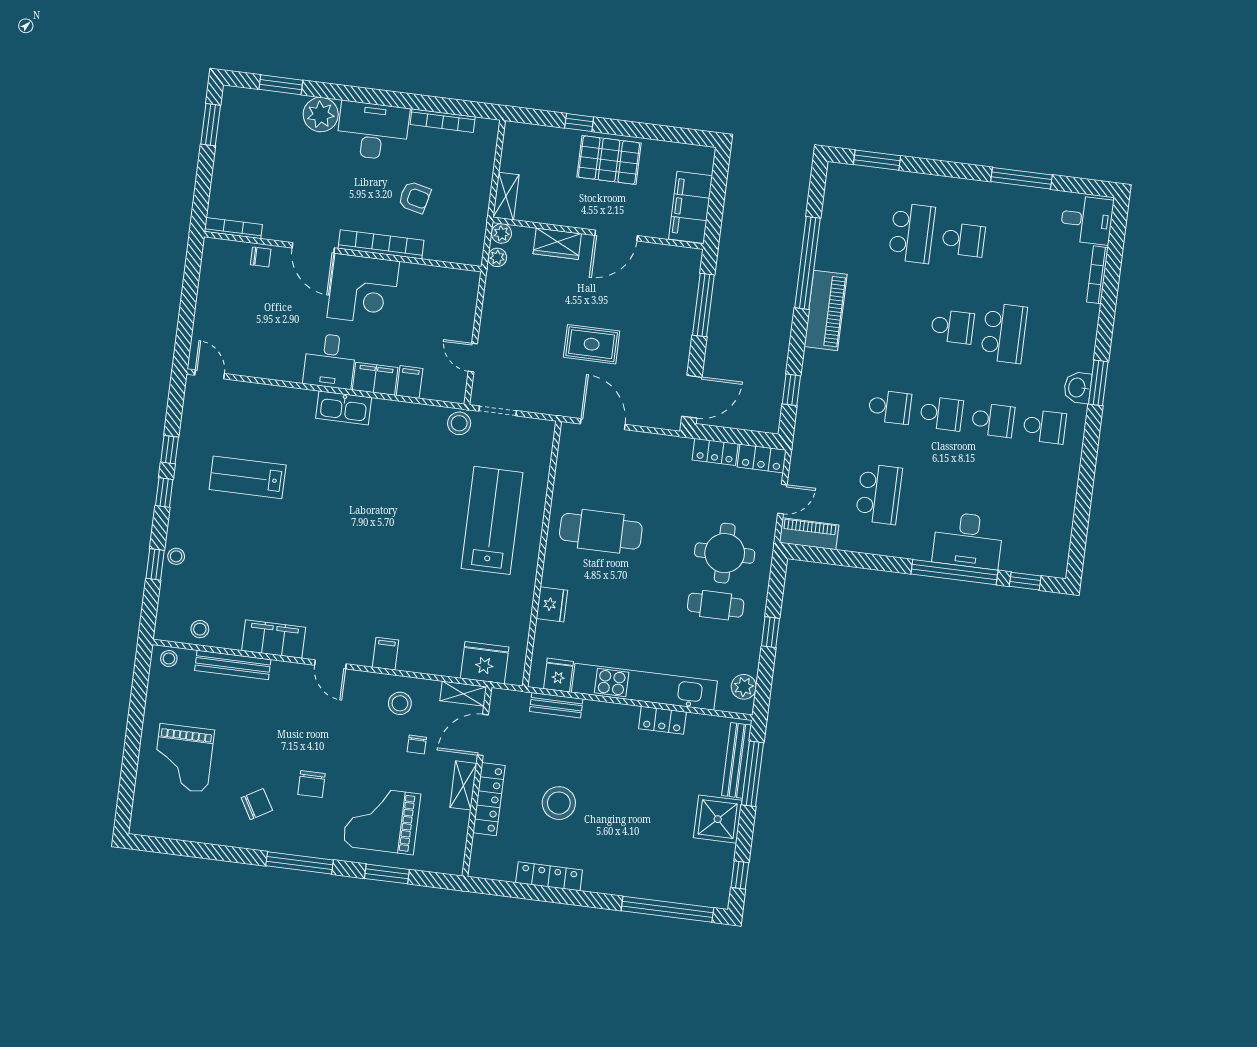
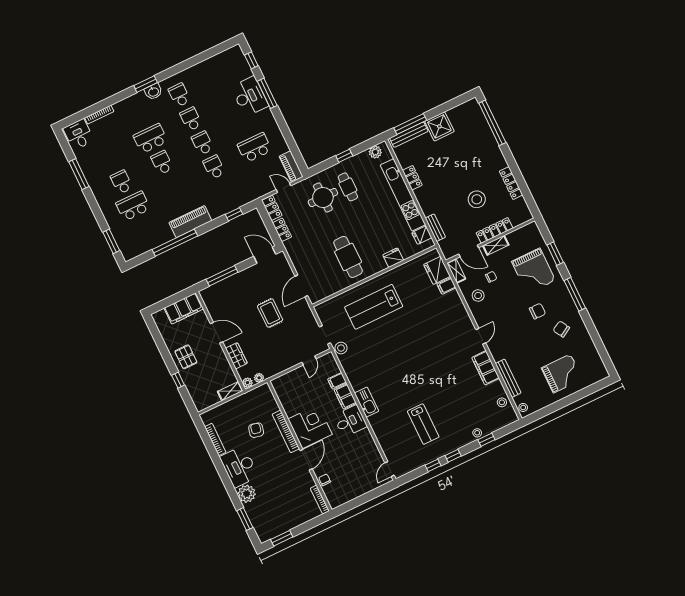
pallet: (609, 160) -> (186, 357), width x0.67, depth x0.71
window: (954, 572) -> (267, 93), width x0.68
filing cabinet: (386, 654) -> (446, 286), moved
window: (740, 875) -> (457, 101), removed

